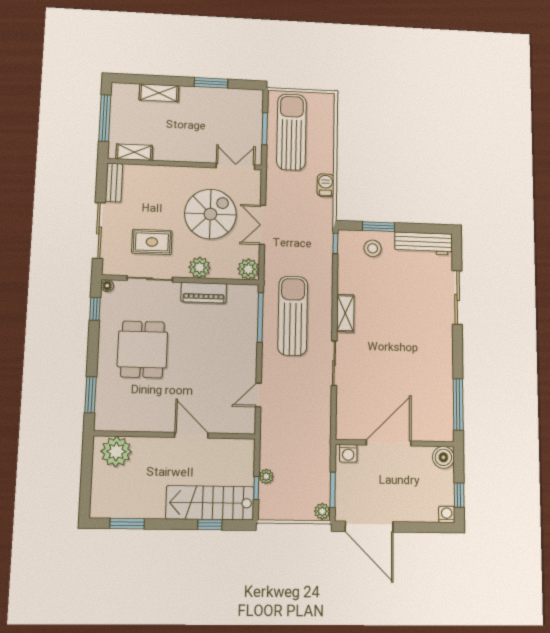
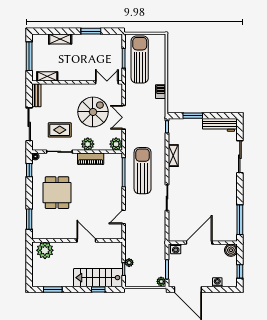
stool: (373, 248) -> (189, 129), removed
shelving: (345, 313) -> (173, 156), moved
washing machine: (447, 514) -> (217, 282), moved

